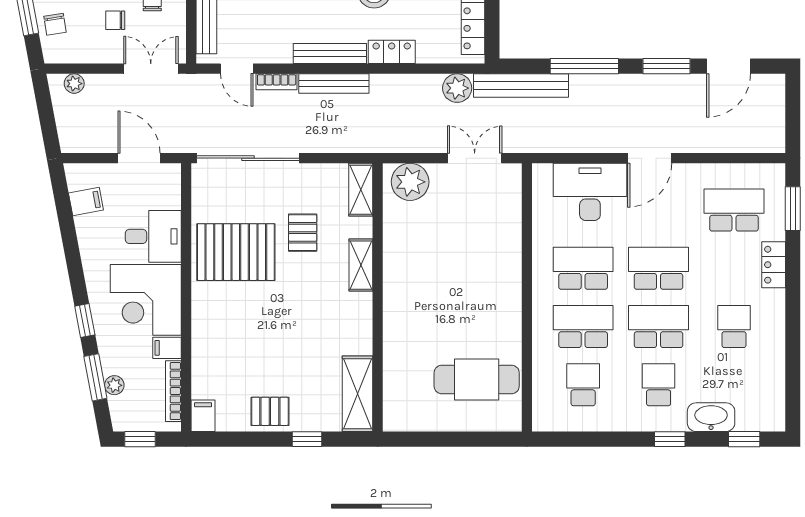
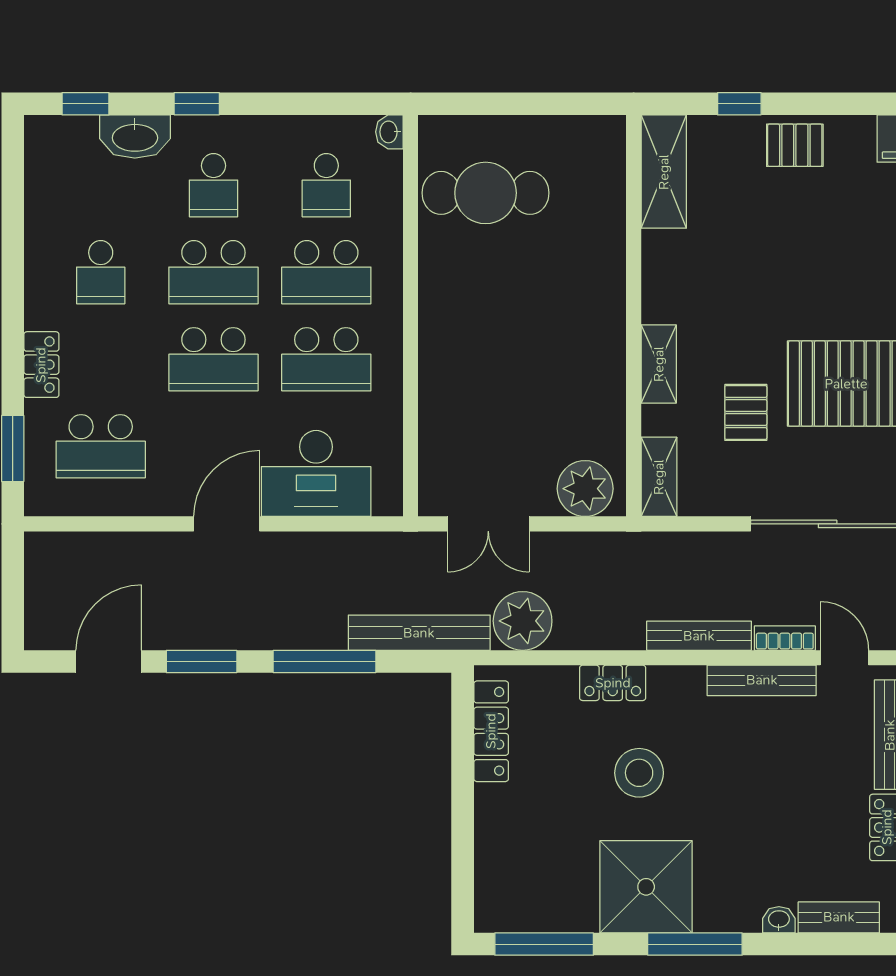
bench: (330, 54) -> (762, 680), moved
plant: (457, 88) -> (523, 621), width x1.36, depth x1.36
washbasin: (541, 420) -> (389, 132), added

